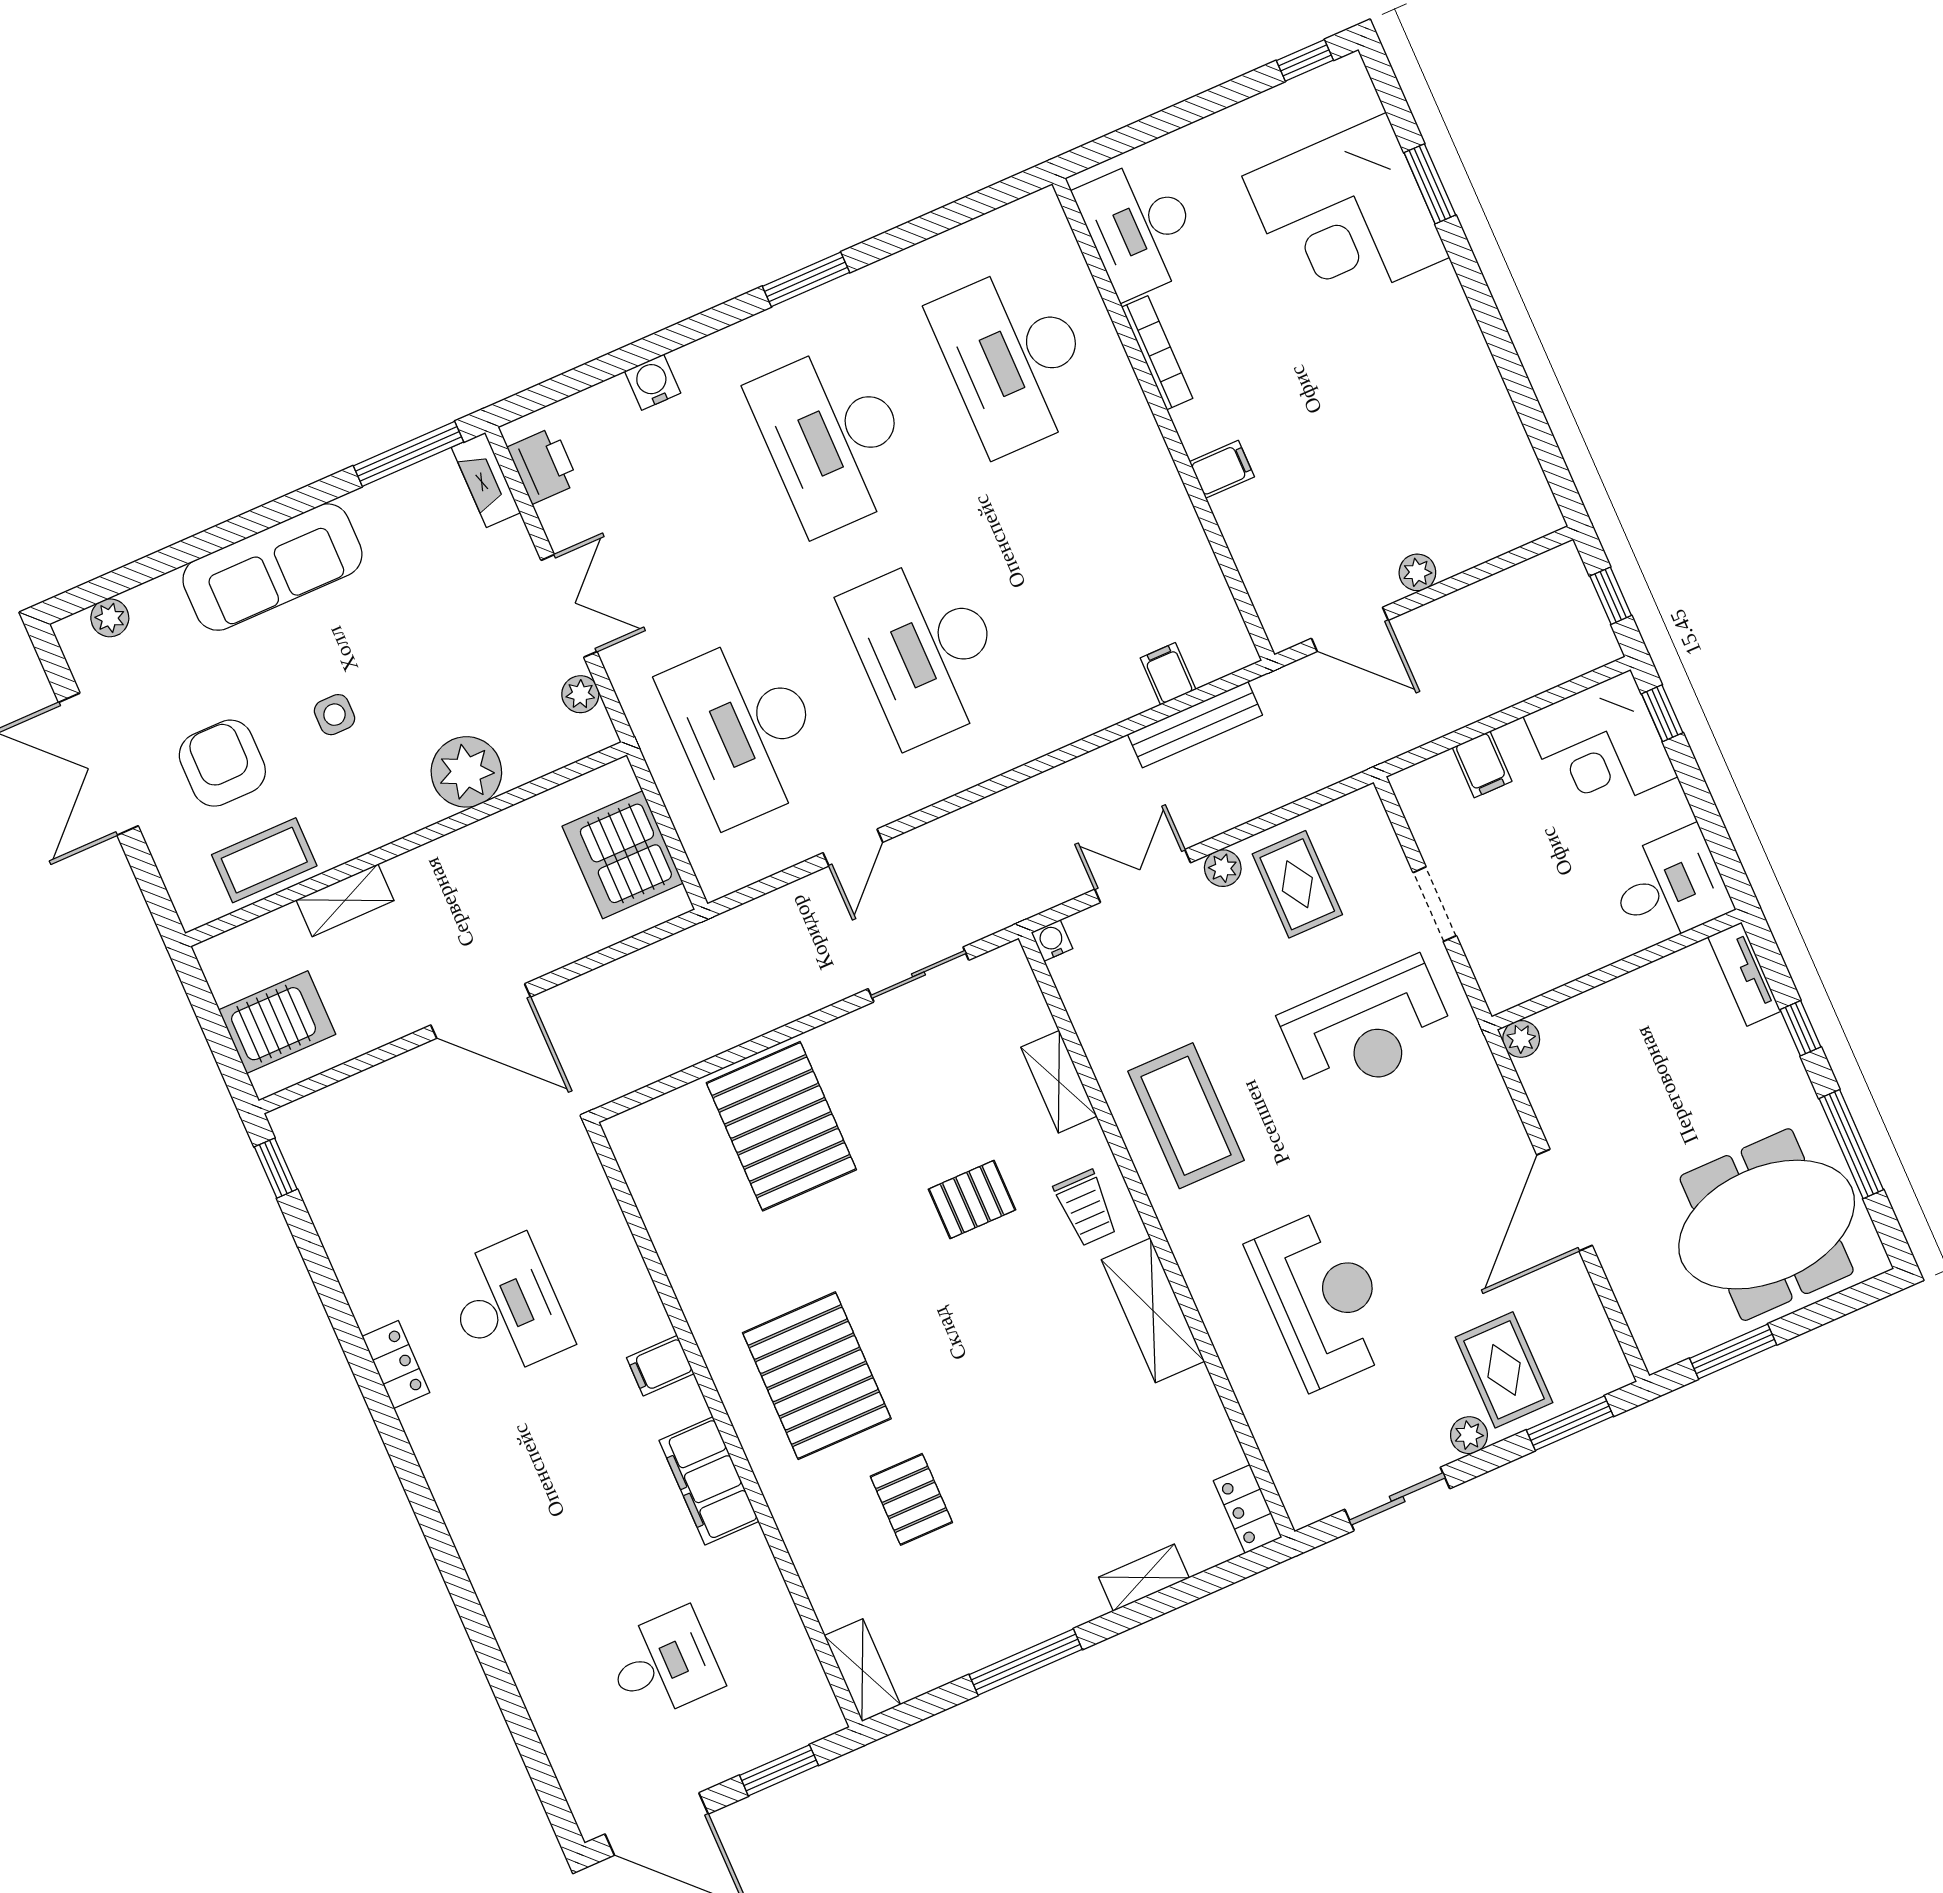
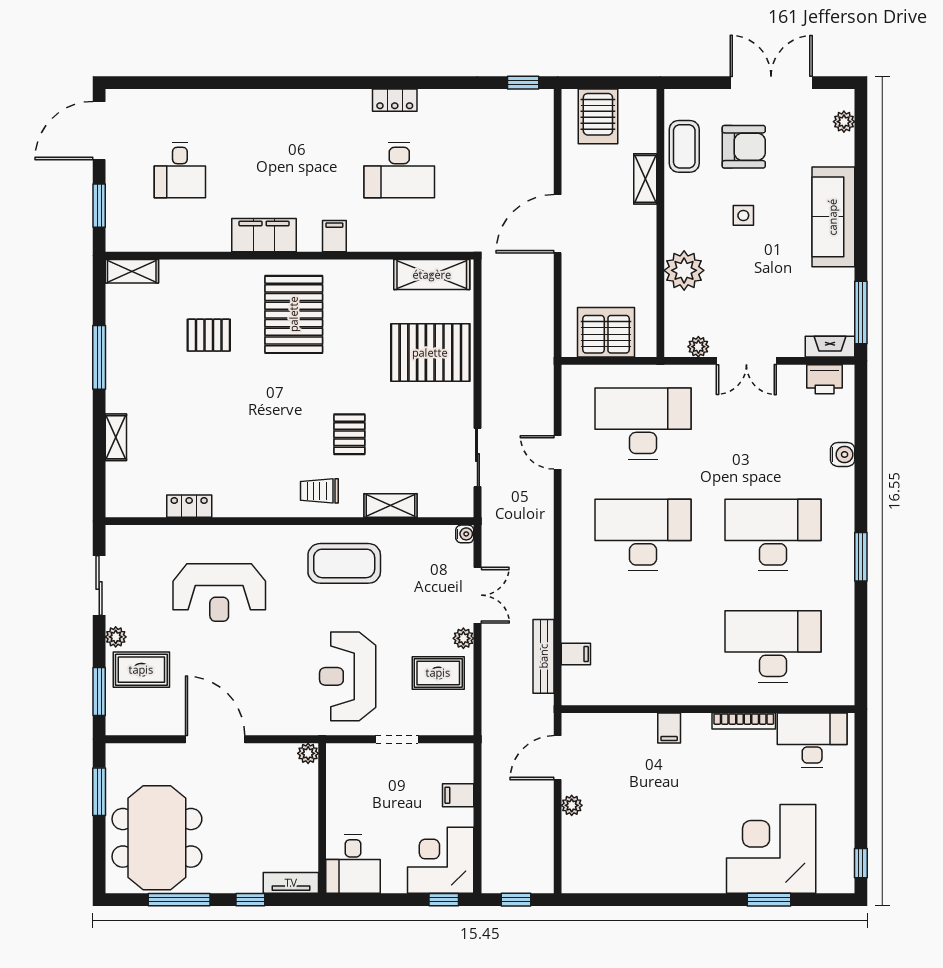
shelving: (1153, 1310) -> (432, 275), moved
pallet: (817, 1376) -> (294, 314), turned 90
locker: (1248, 1509) -> (189, 506), moved

